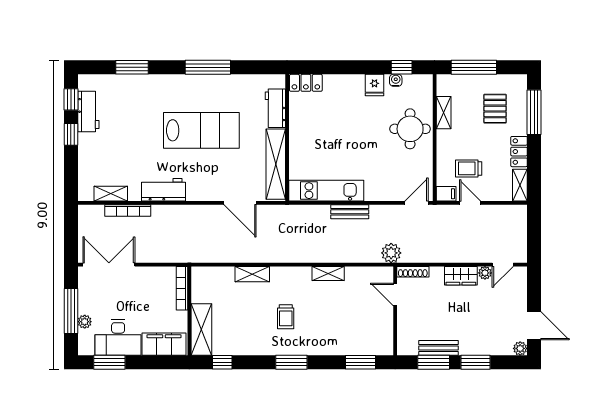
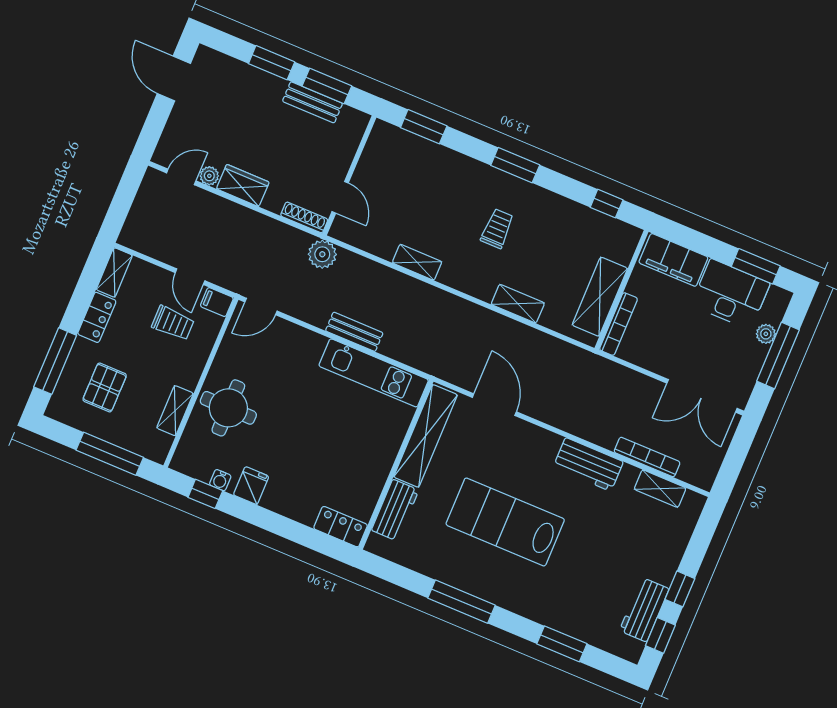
shelving: (201, 330) -> (600, 297), moved
plant: (520, 348) -> (205, 56), removed

